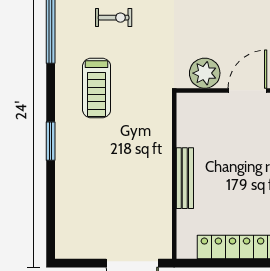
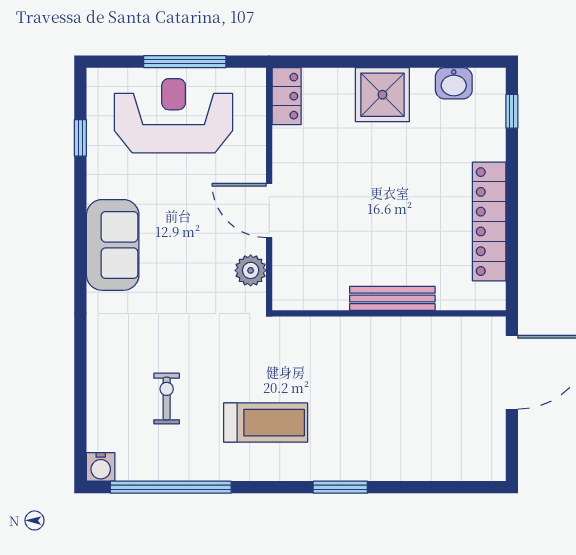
plant: (205, 73) -> (251, 270), width x0.73, depth x0.73

